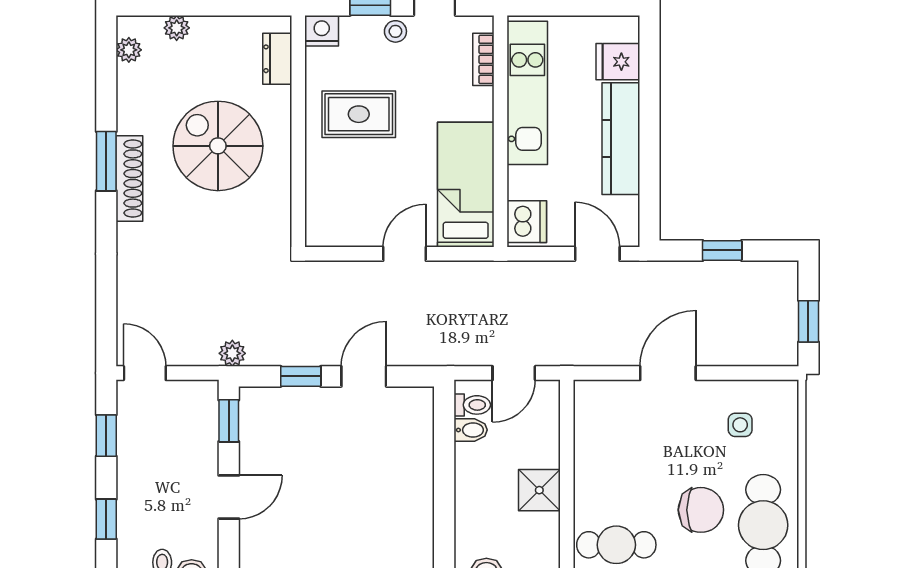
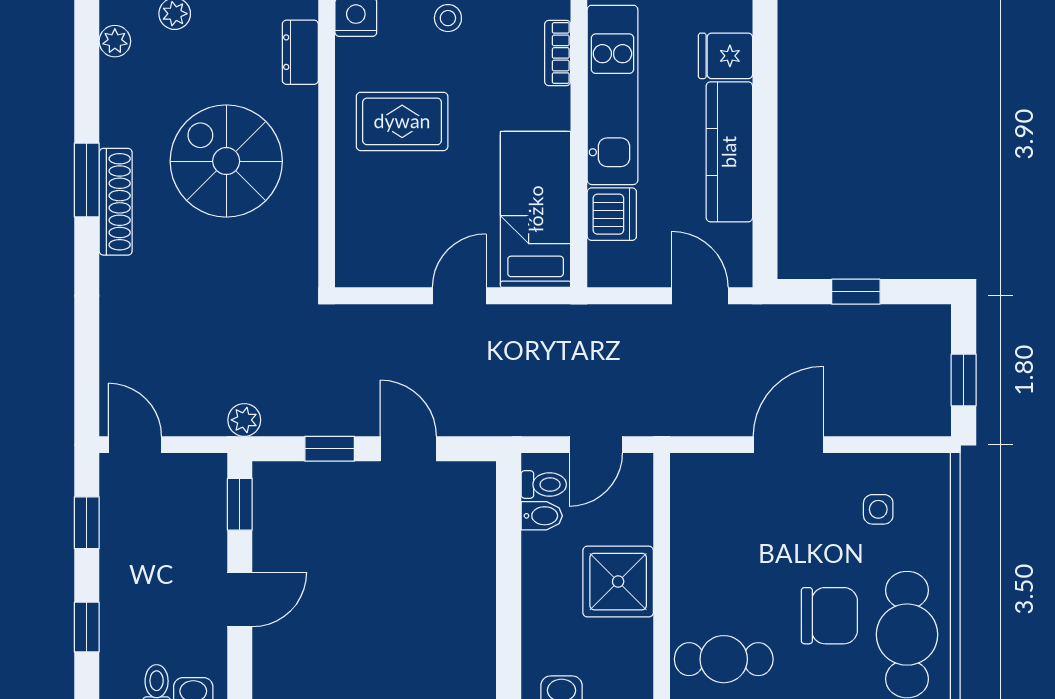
dishwasher: (527, 222) -> (612, 214), moved
door: (364, 376) -> (408, 449), hinge flipped
shower: (539, 490) -> (618, 582), width x1.36, depth x1.36

